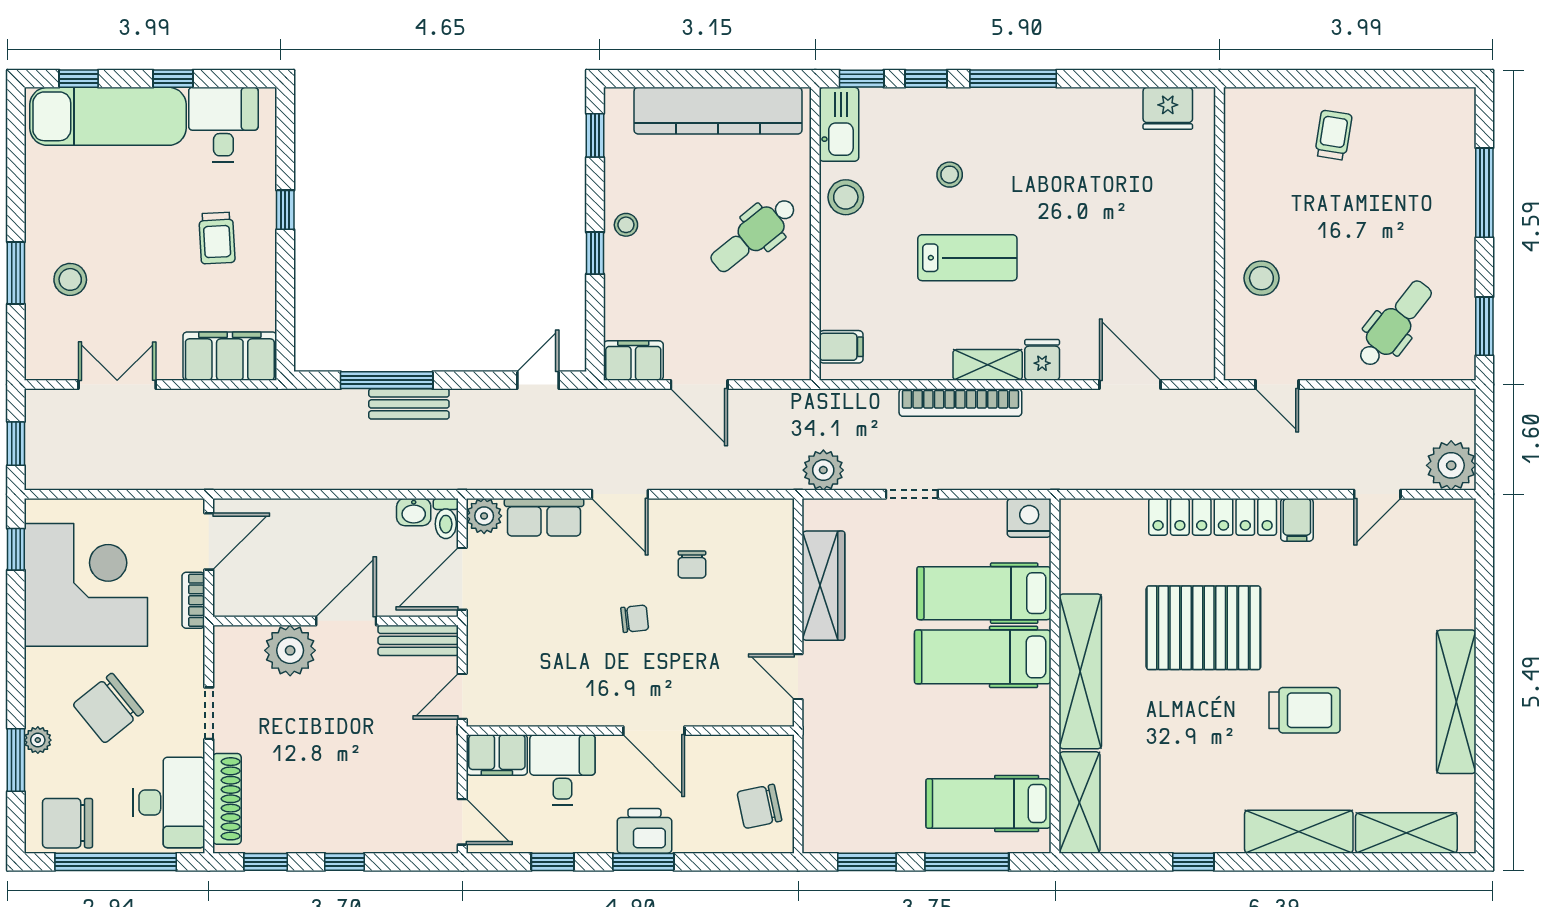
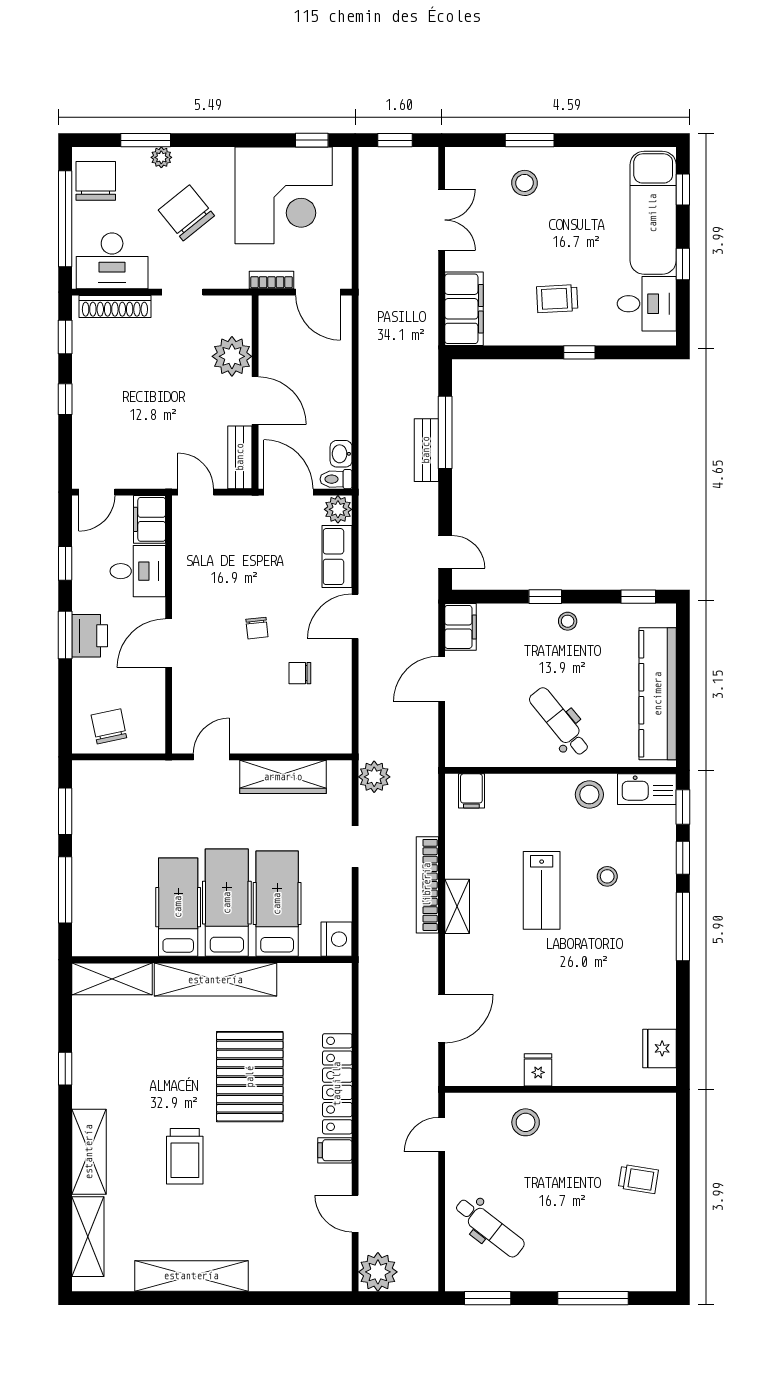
fridge: (1042, 360) -> (538, 1070), moved, turned -90
hospital bed: (989, 803) -> (178, 907), moved

